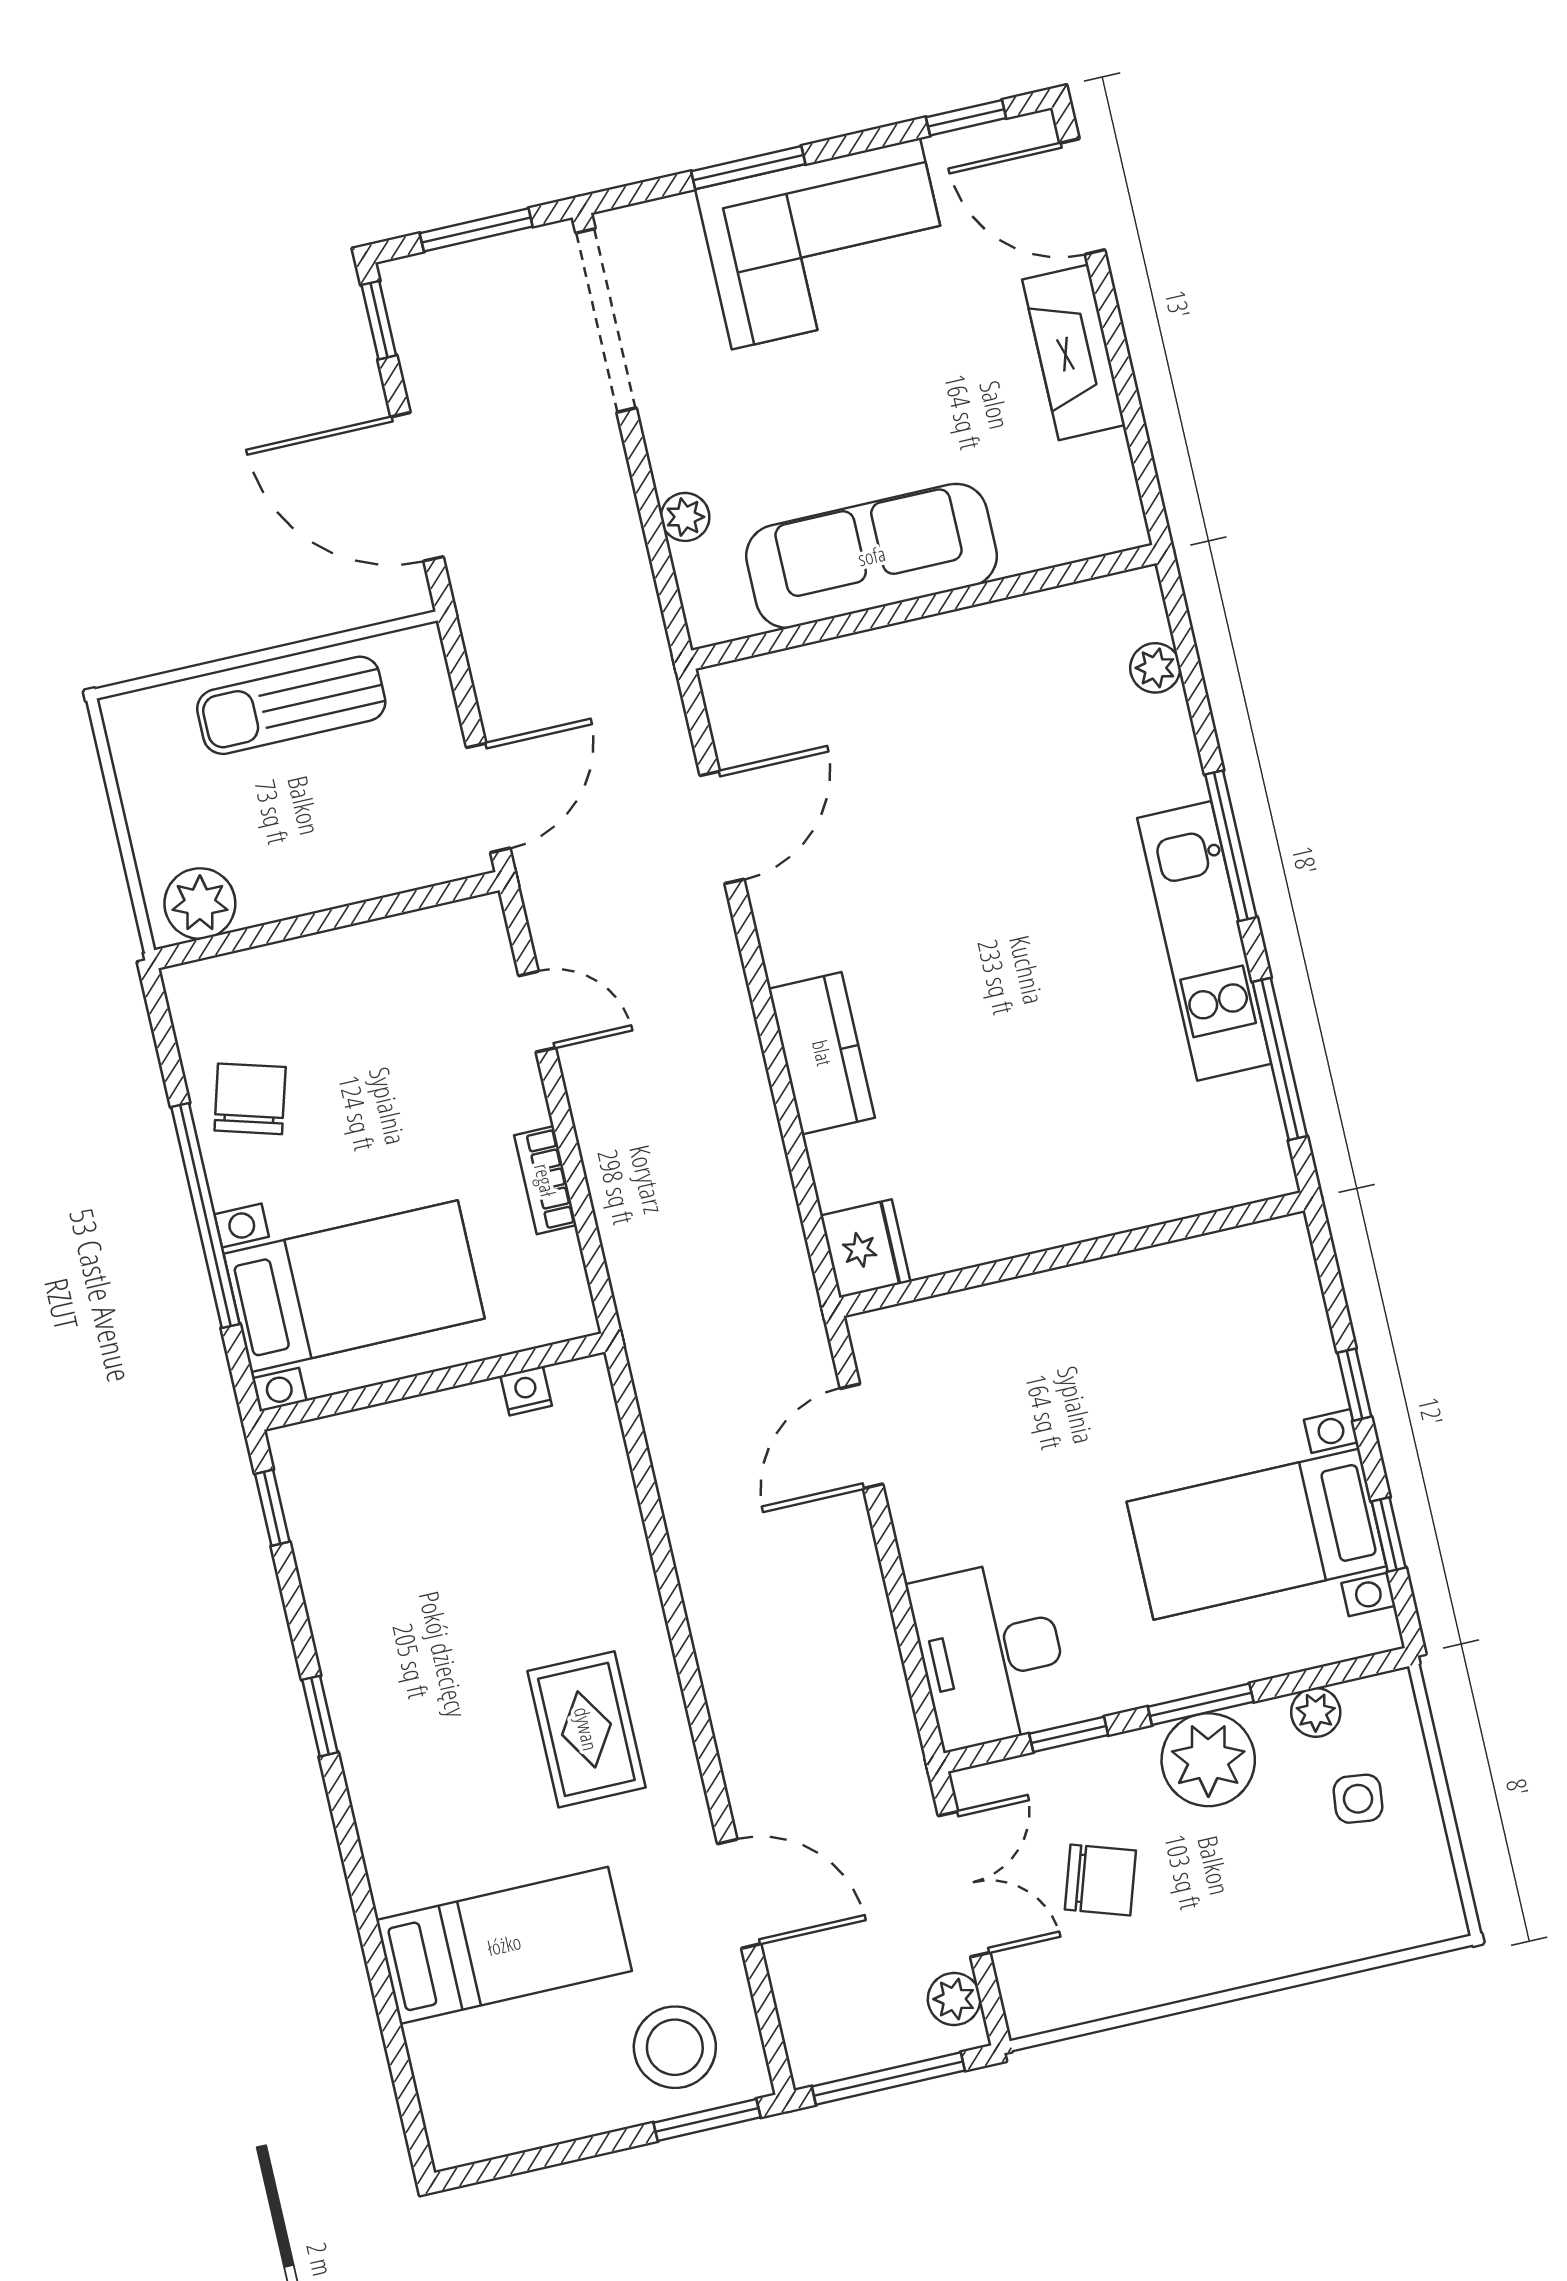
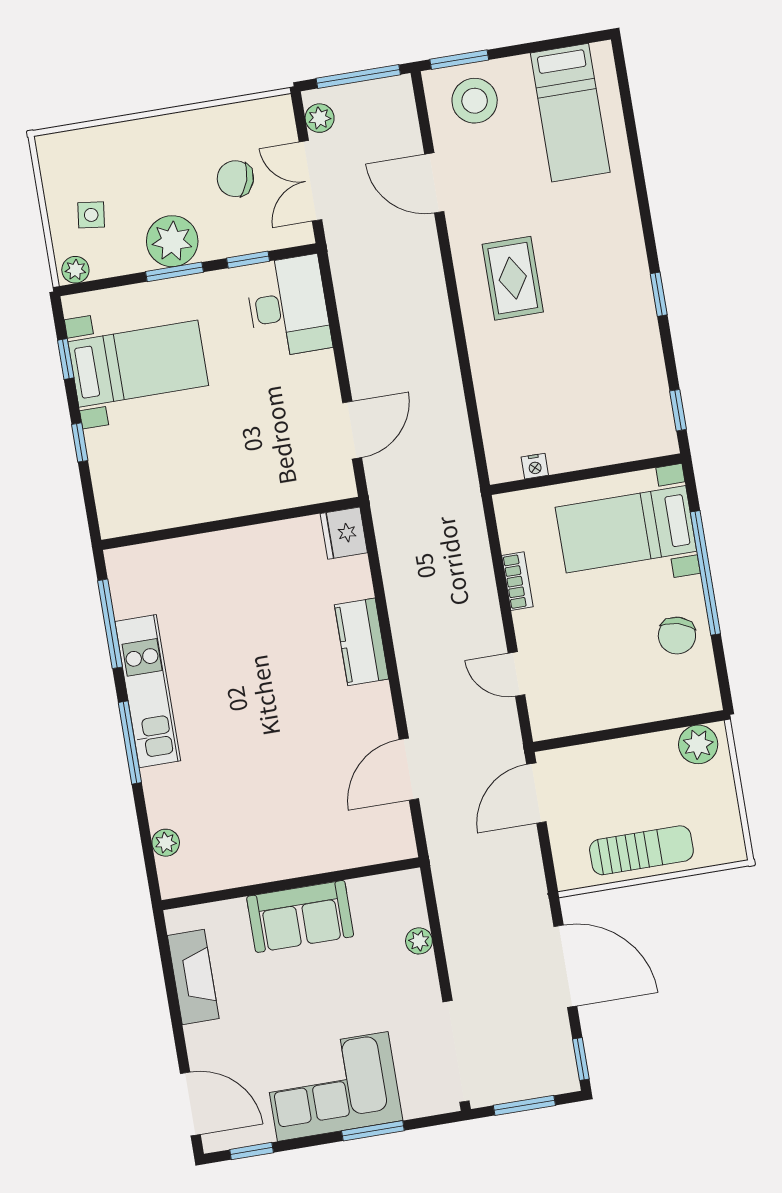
fireplace: (1074, 352) -> (193, 977), moved
sofa: (872, 556) -> (300, 916), width x0.73
plant: (1316, 1712) -> (75, 270), moved
bed: (504, 1945) -> (570, 113), moved, turned -90

